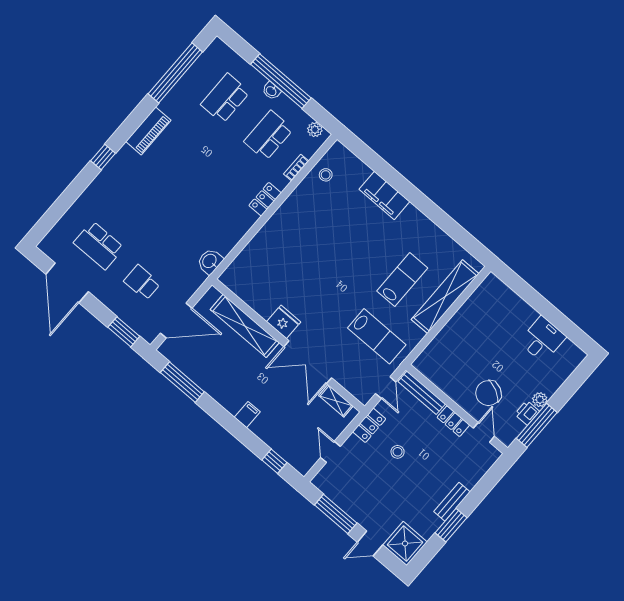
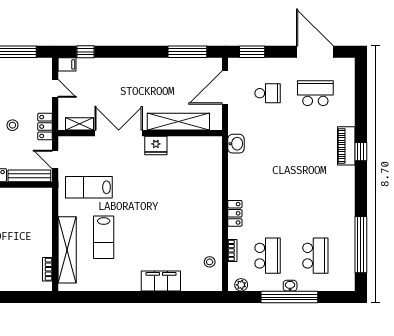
piano: (148, 131) -> (346, 146), moved
bookcase: (478, 294) -> (47, 269), added
filing cabinet: (247, 415) -> (67, 64), moved, turned -90

